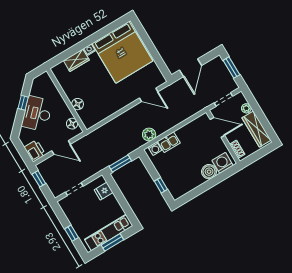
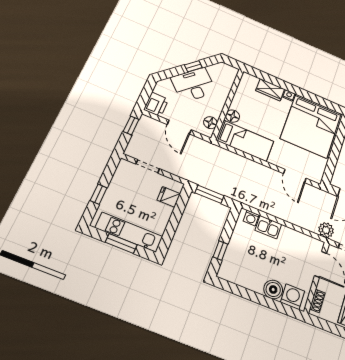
bed: (101, 110) -> (245, 141), added
plant: (149, 134) -> (326, 230), moved

